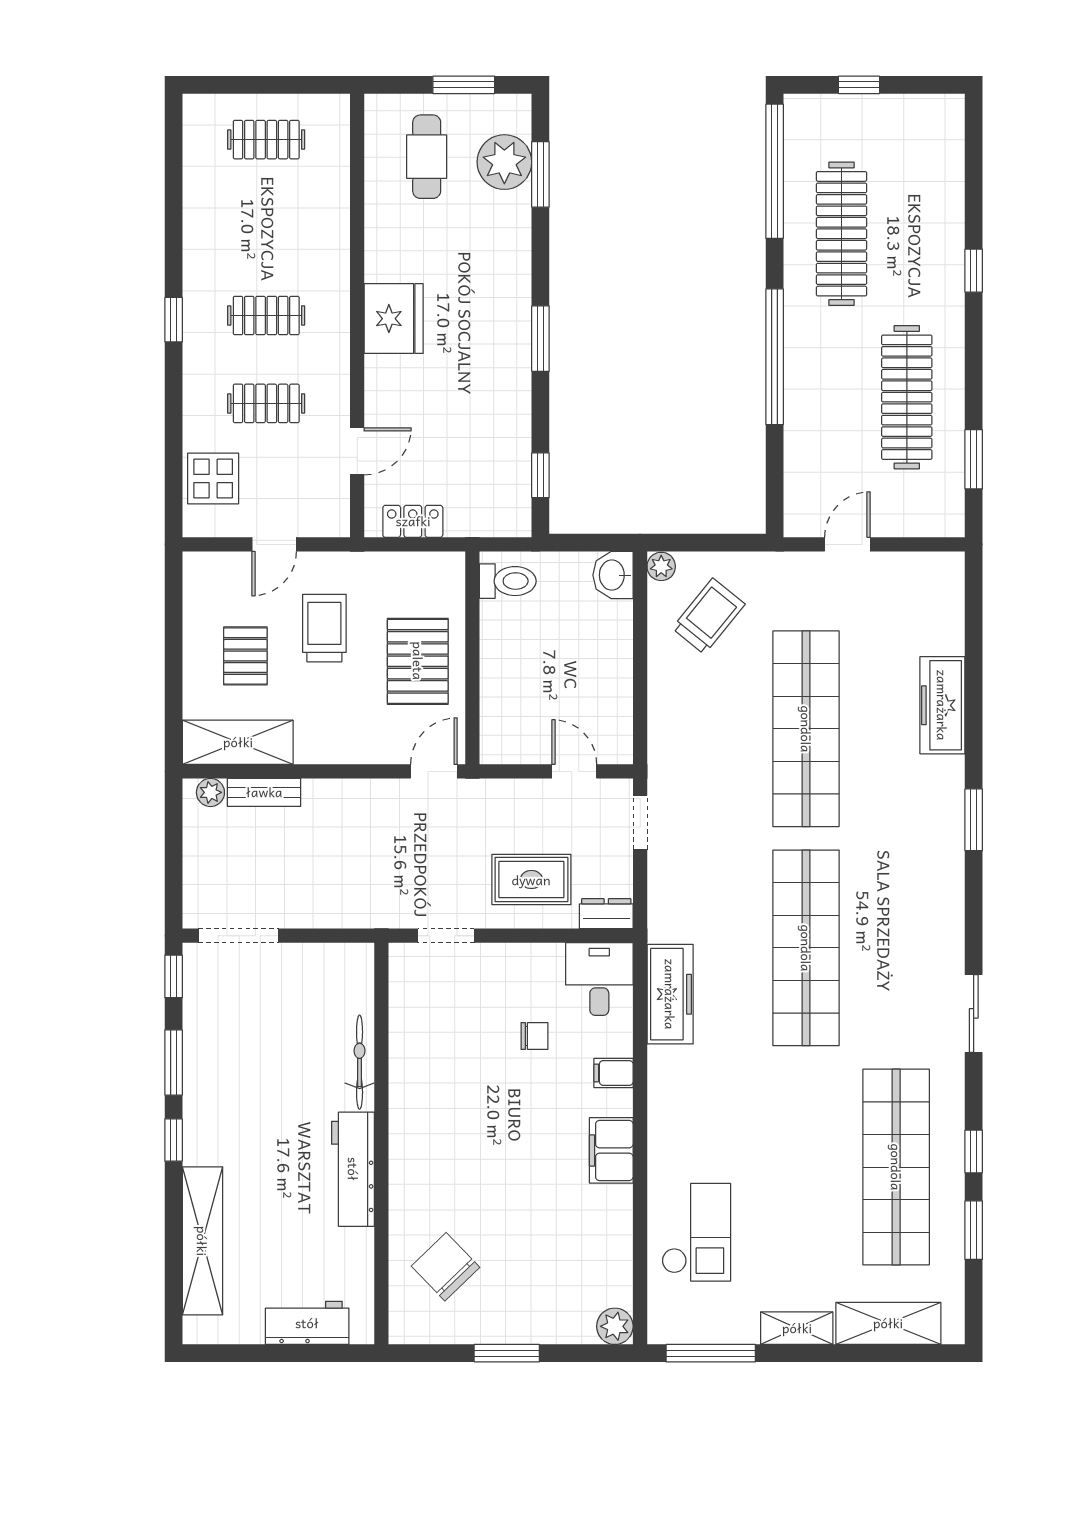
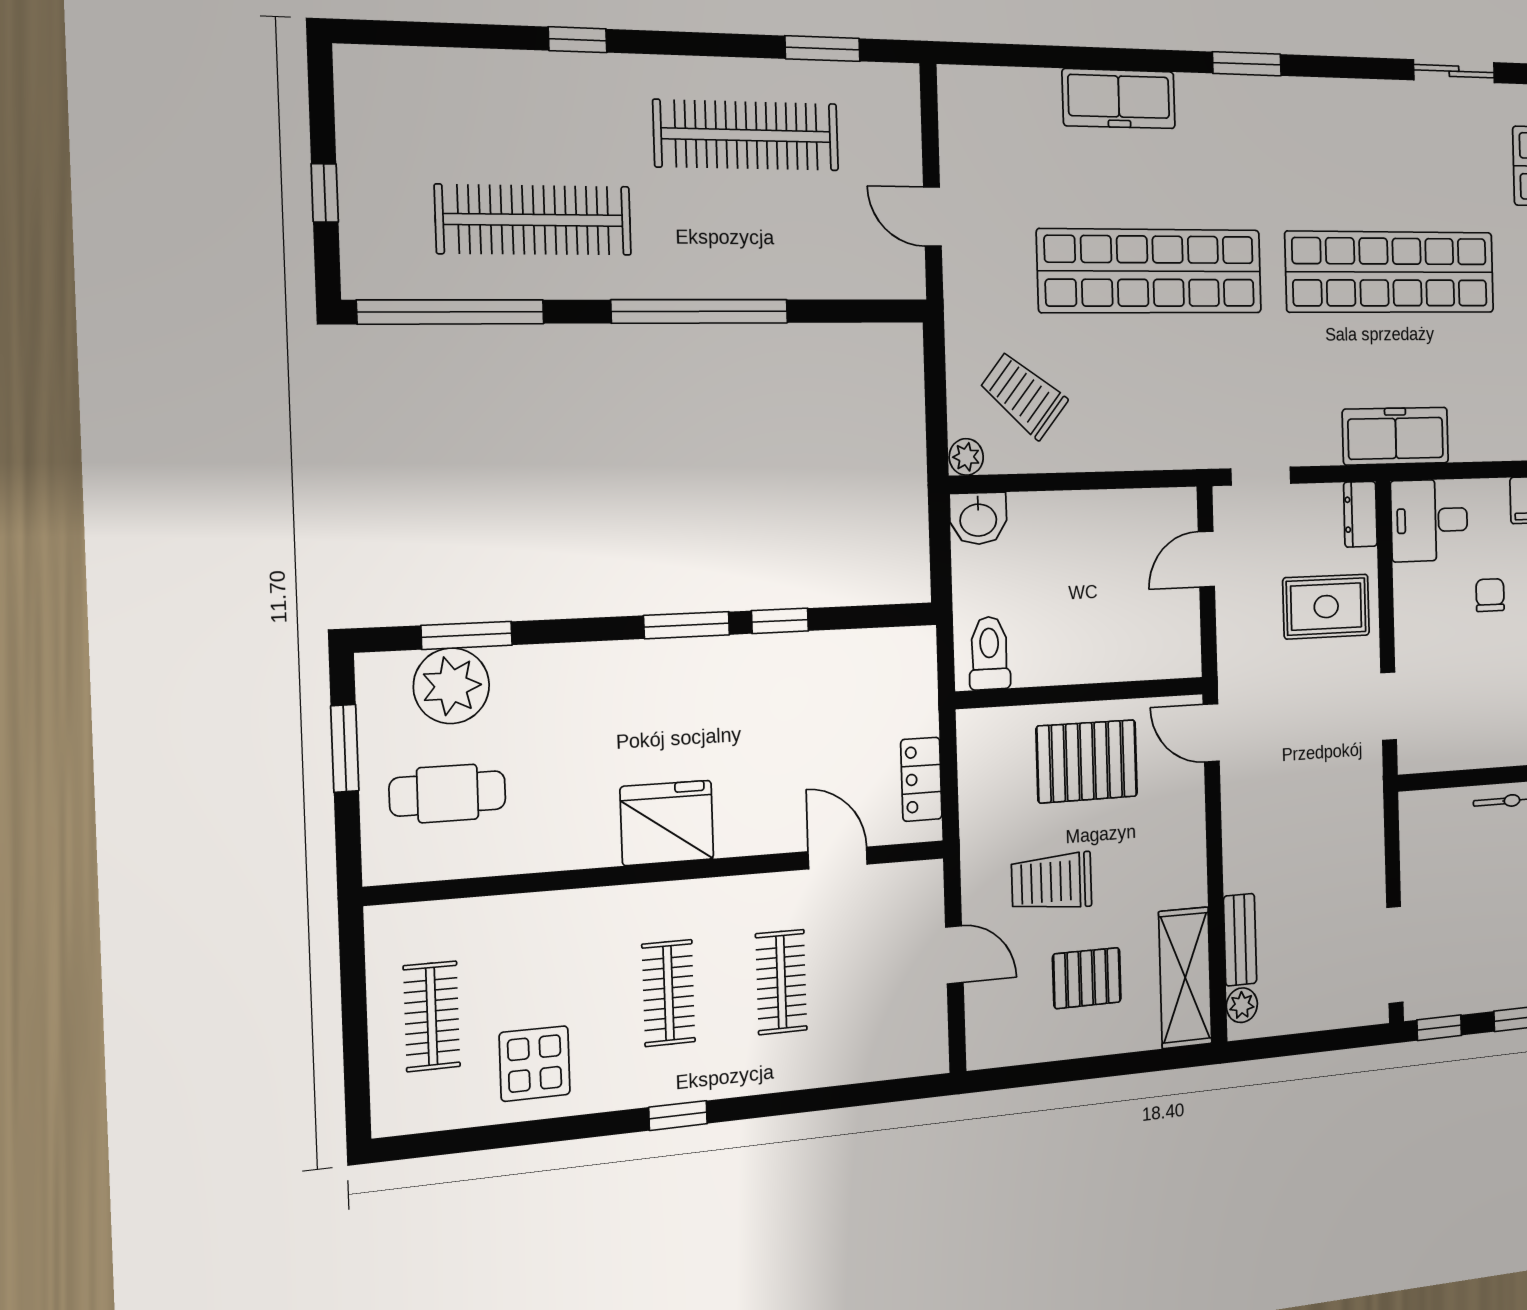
window: (540, 475) -> (780, 621), moved
display table: (213, 478) -> (535, 1064), moved
rug: (531, 880) -> (1326, 607), turned 90
freezer: (670, 994) -> (1396, 436), moved

